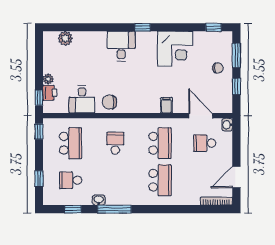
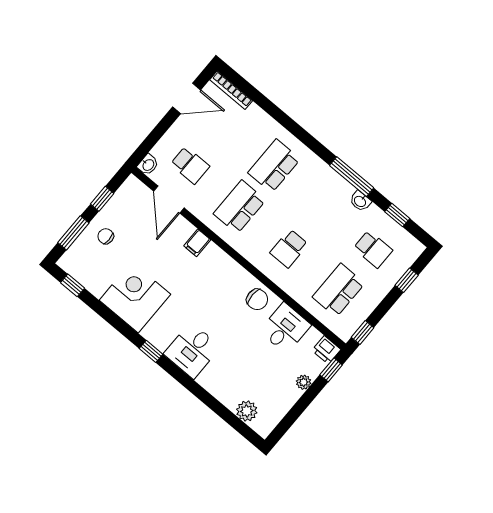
printer: (50, 93) -> (326, 350), moved, turned -90

